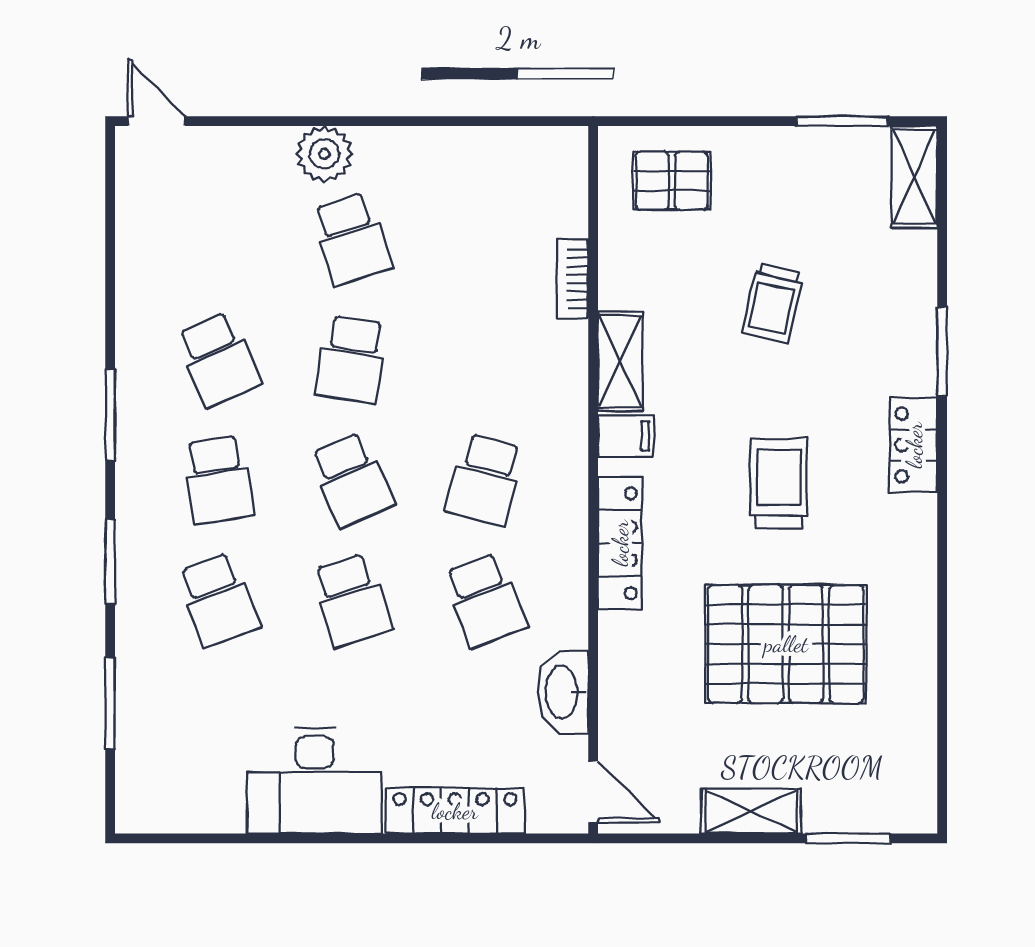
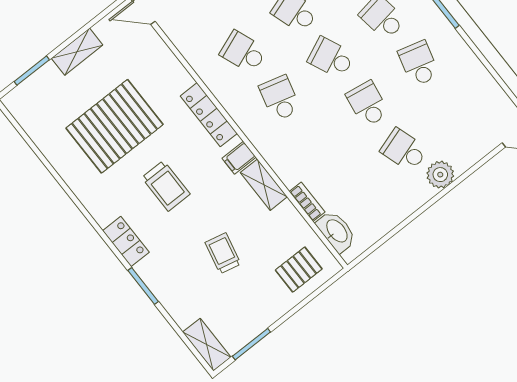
school desk: (218, 359) -> (419, 63), turned 39
washbasin: (563, 692) -> (336, 231), moved

